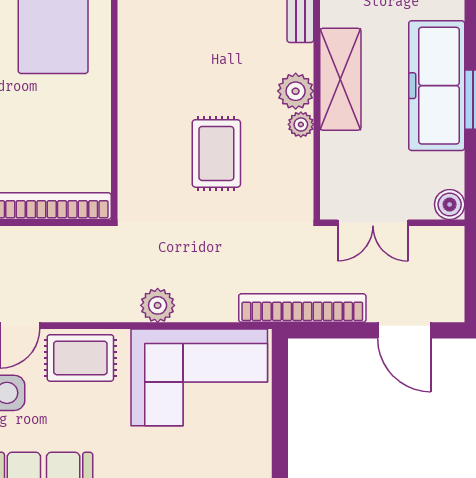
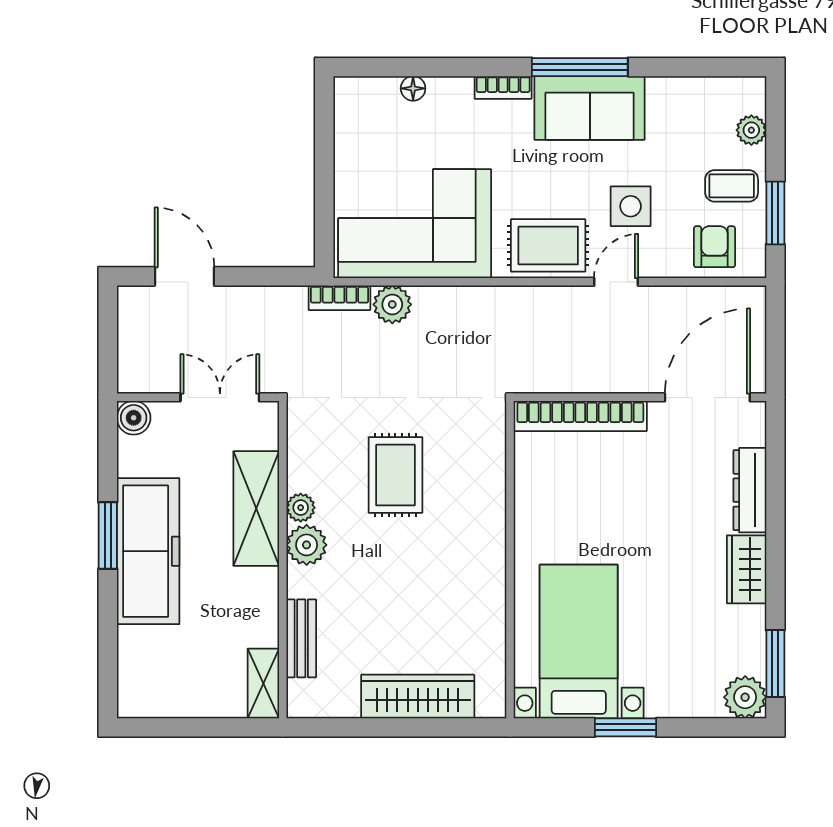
shelving: (340, 79) -> (256, 508), moved
plant: (158, 305) -> (392, 304), moved
bookcase: (302, 308) -> (339, 298), width x0.43, depth x0.76

